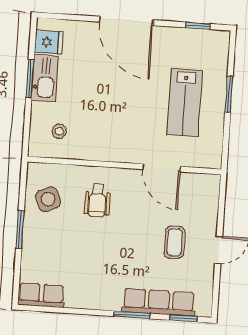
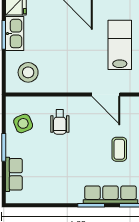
lab bench: (185, 103) -> (120, 45), turned 180
stool: (59, 131) -> (28, 72), width x1.89, depth x1.89
row of seats: (41, 295) -> (14, 174), moved, turned 90

